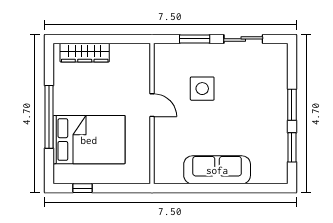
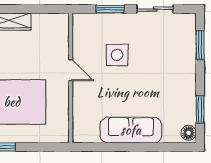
window: (292, 105) -> (200, 45), moved
floor lamp: (280, 173) -> (189, 133), added

